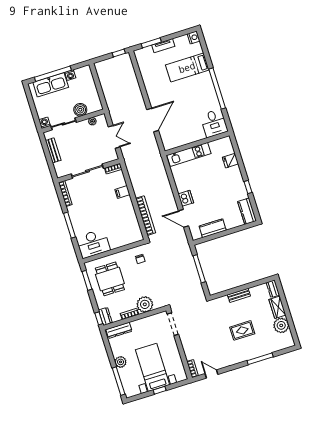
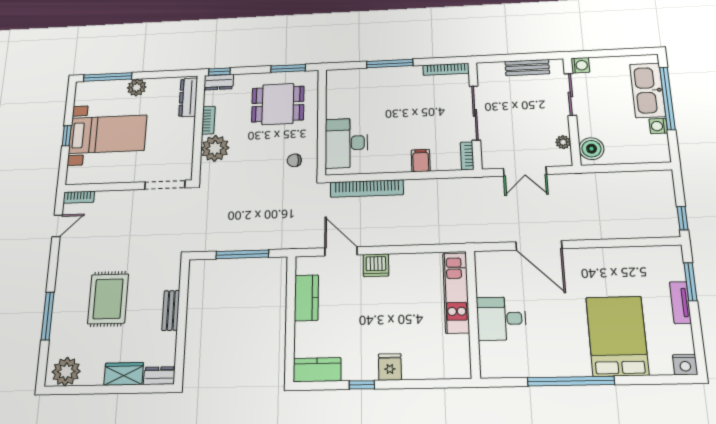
bed: (187, 67) -> (617, 336), width x1.50
boiler: (80, 110) -> (591, 149), moved
desk: (214, 123) -> (501, 319), moved
fridge: (230, 161) -> (390, 367), moved
door: (183, 218) -> (341, 251), hinge flipped
desk: (93, 244) -> (346, 143), moved
plant: (281, 325) -> (66, 372), moved
rug: (242, 330) -> (108, 299), width x1.36, depth x1.43

